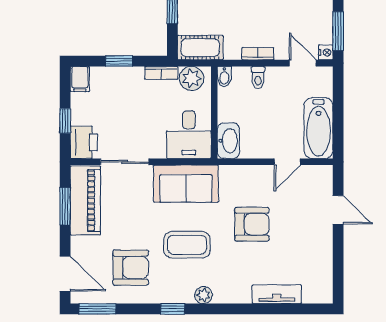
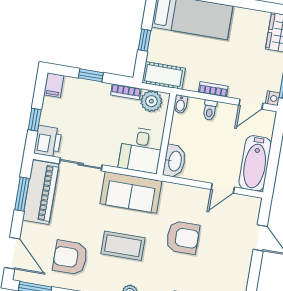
door: (303, 63) -> (251, 104), swing flipped
armchair: (131, 268) -> (70, 257), turned 180

